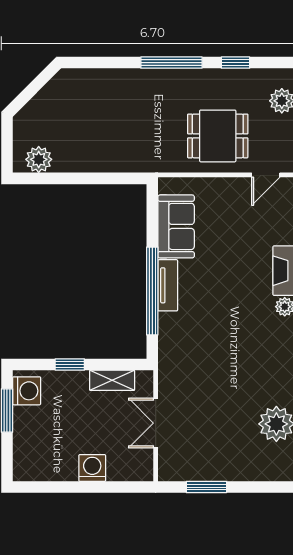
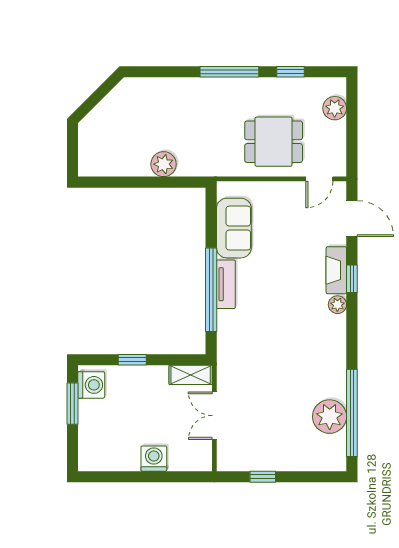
plant: (39, 159) -> (164, 164), moved
shelving: (112, 380) -> (191, 375), moved
window: (206, 487) -> (263, 477), width x0.67

